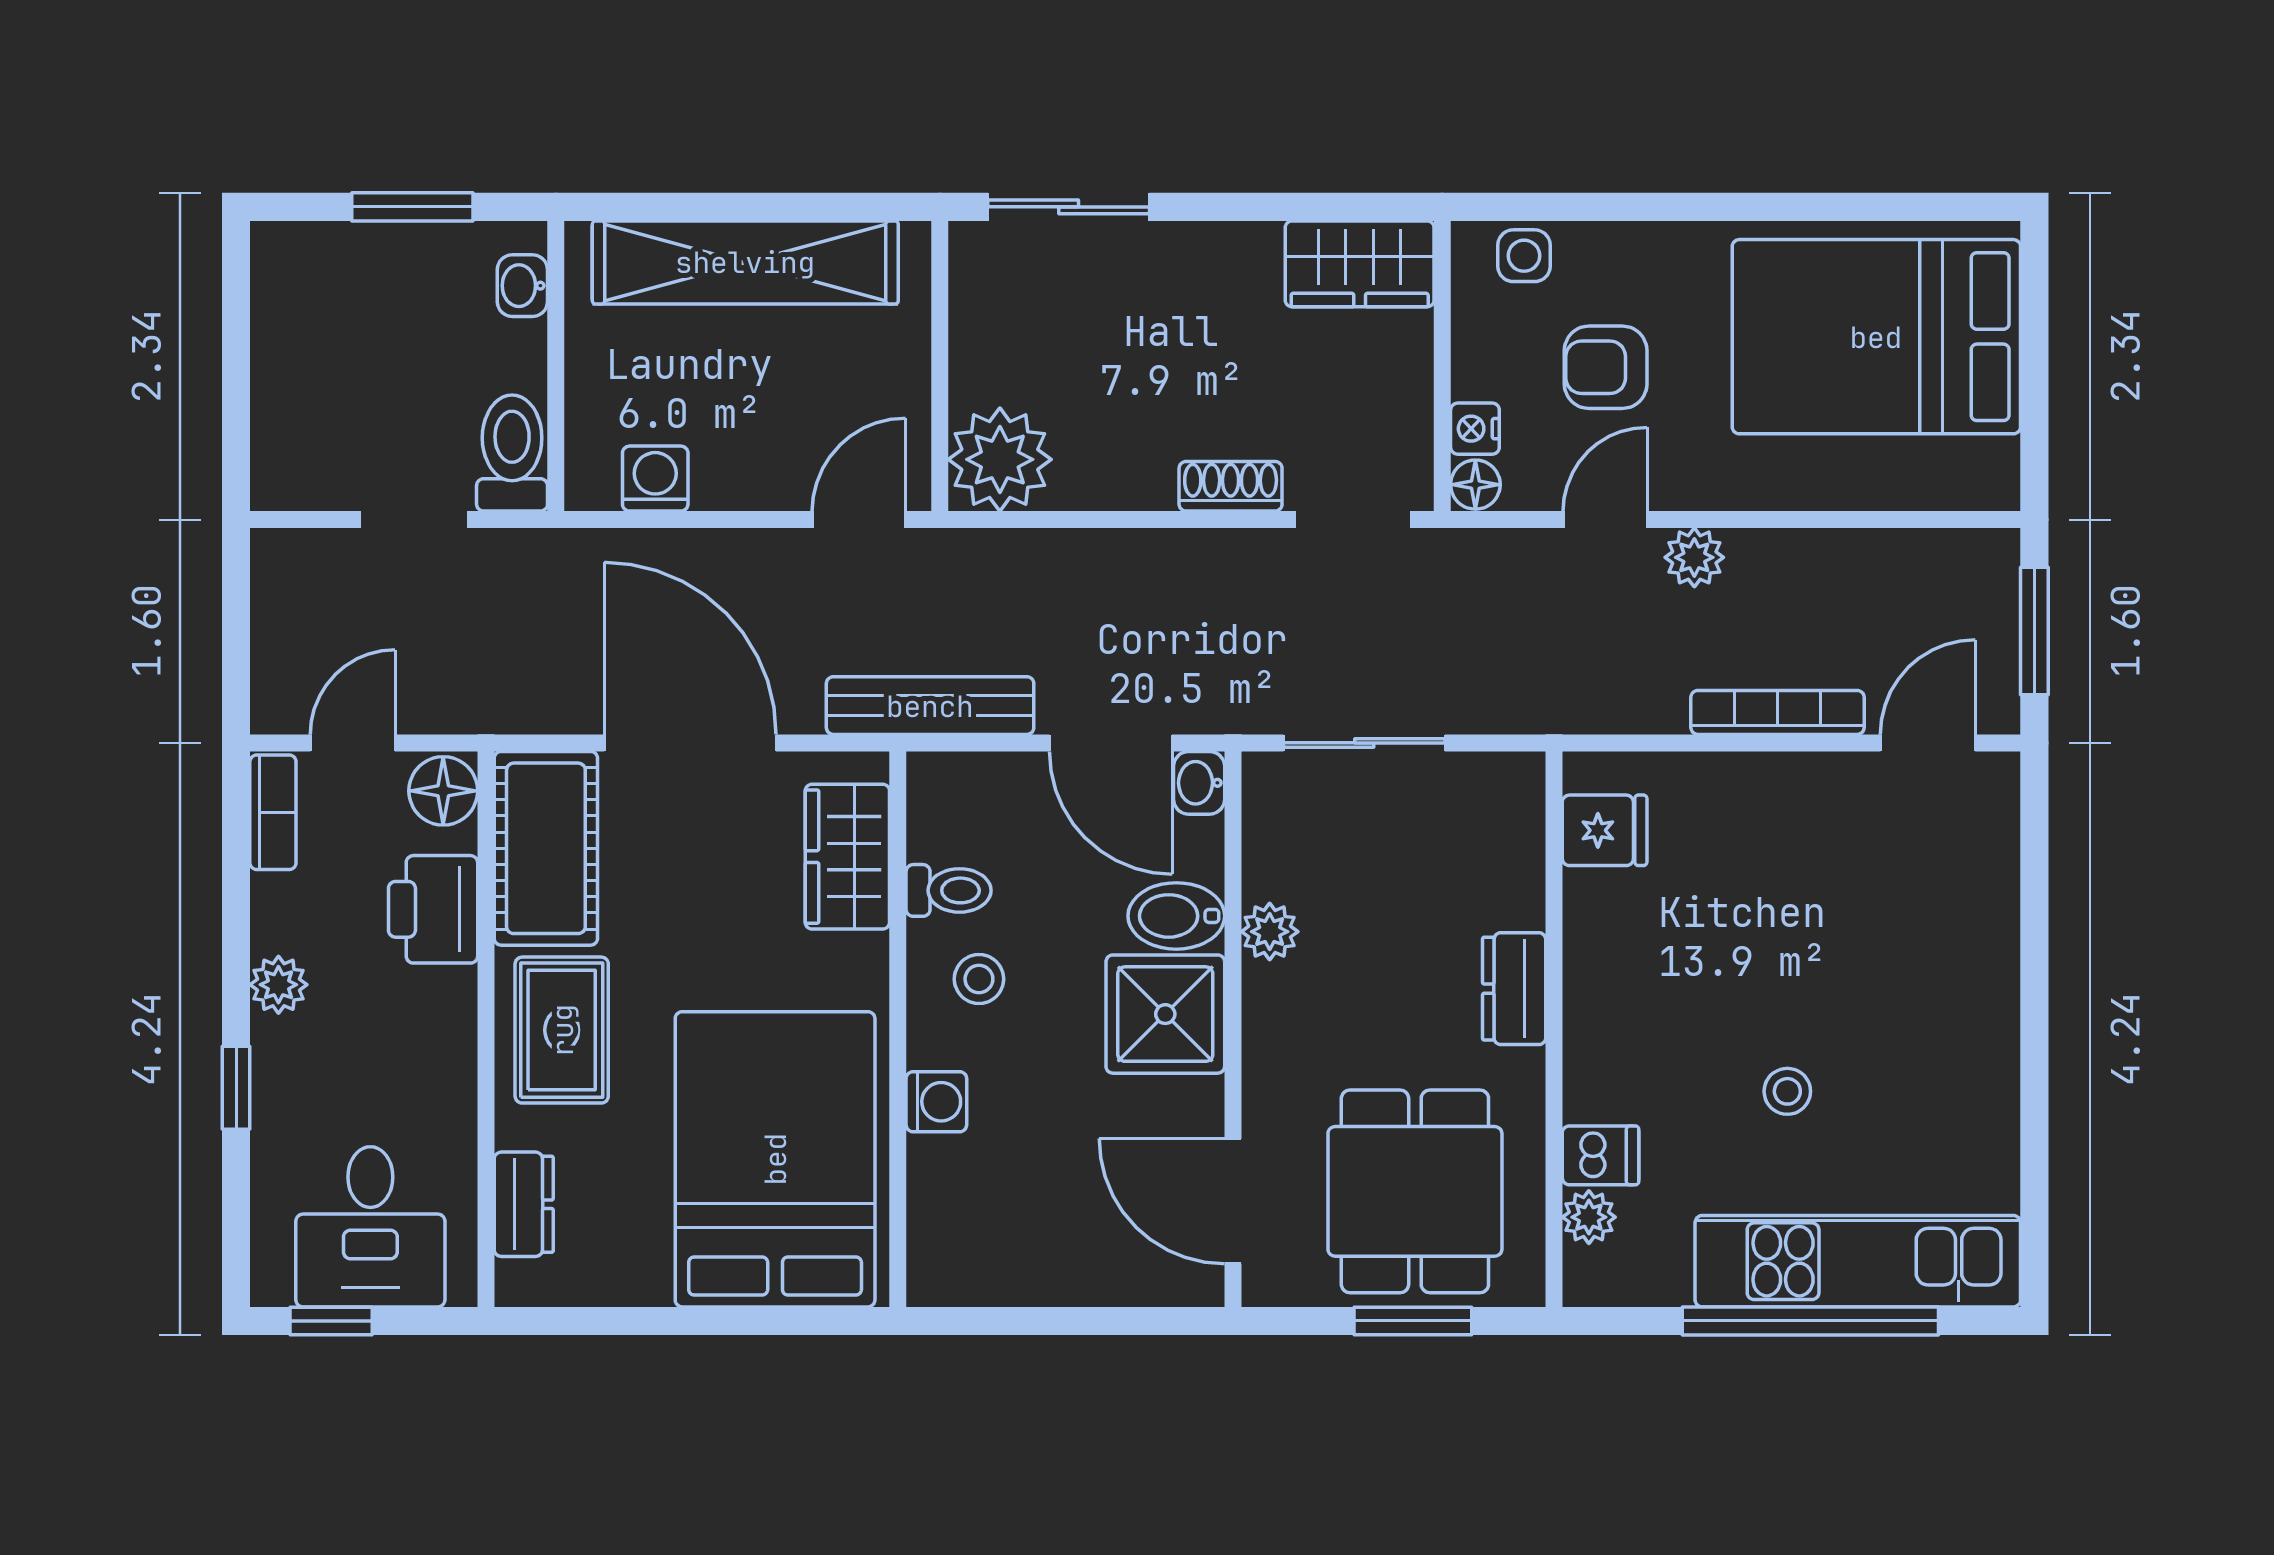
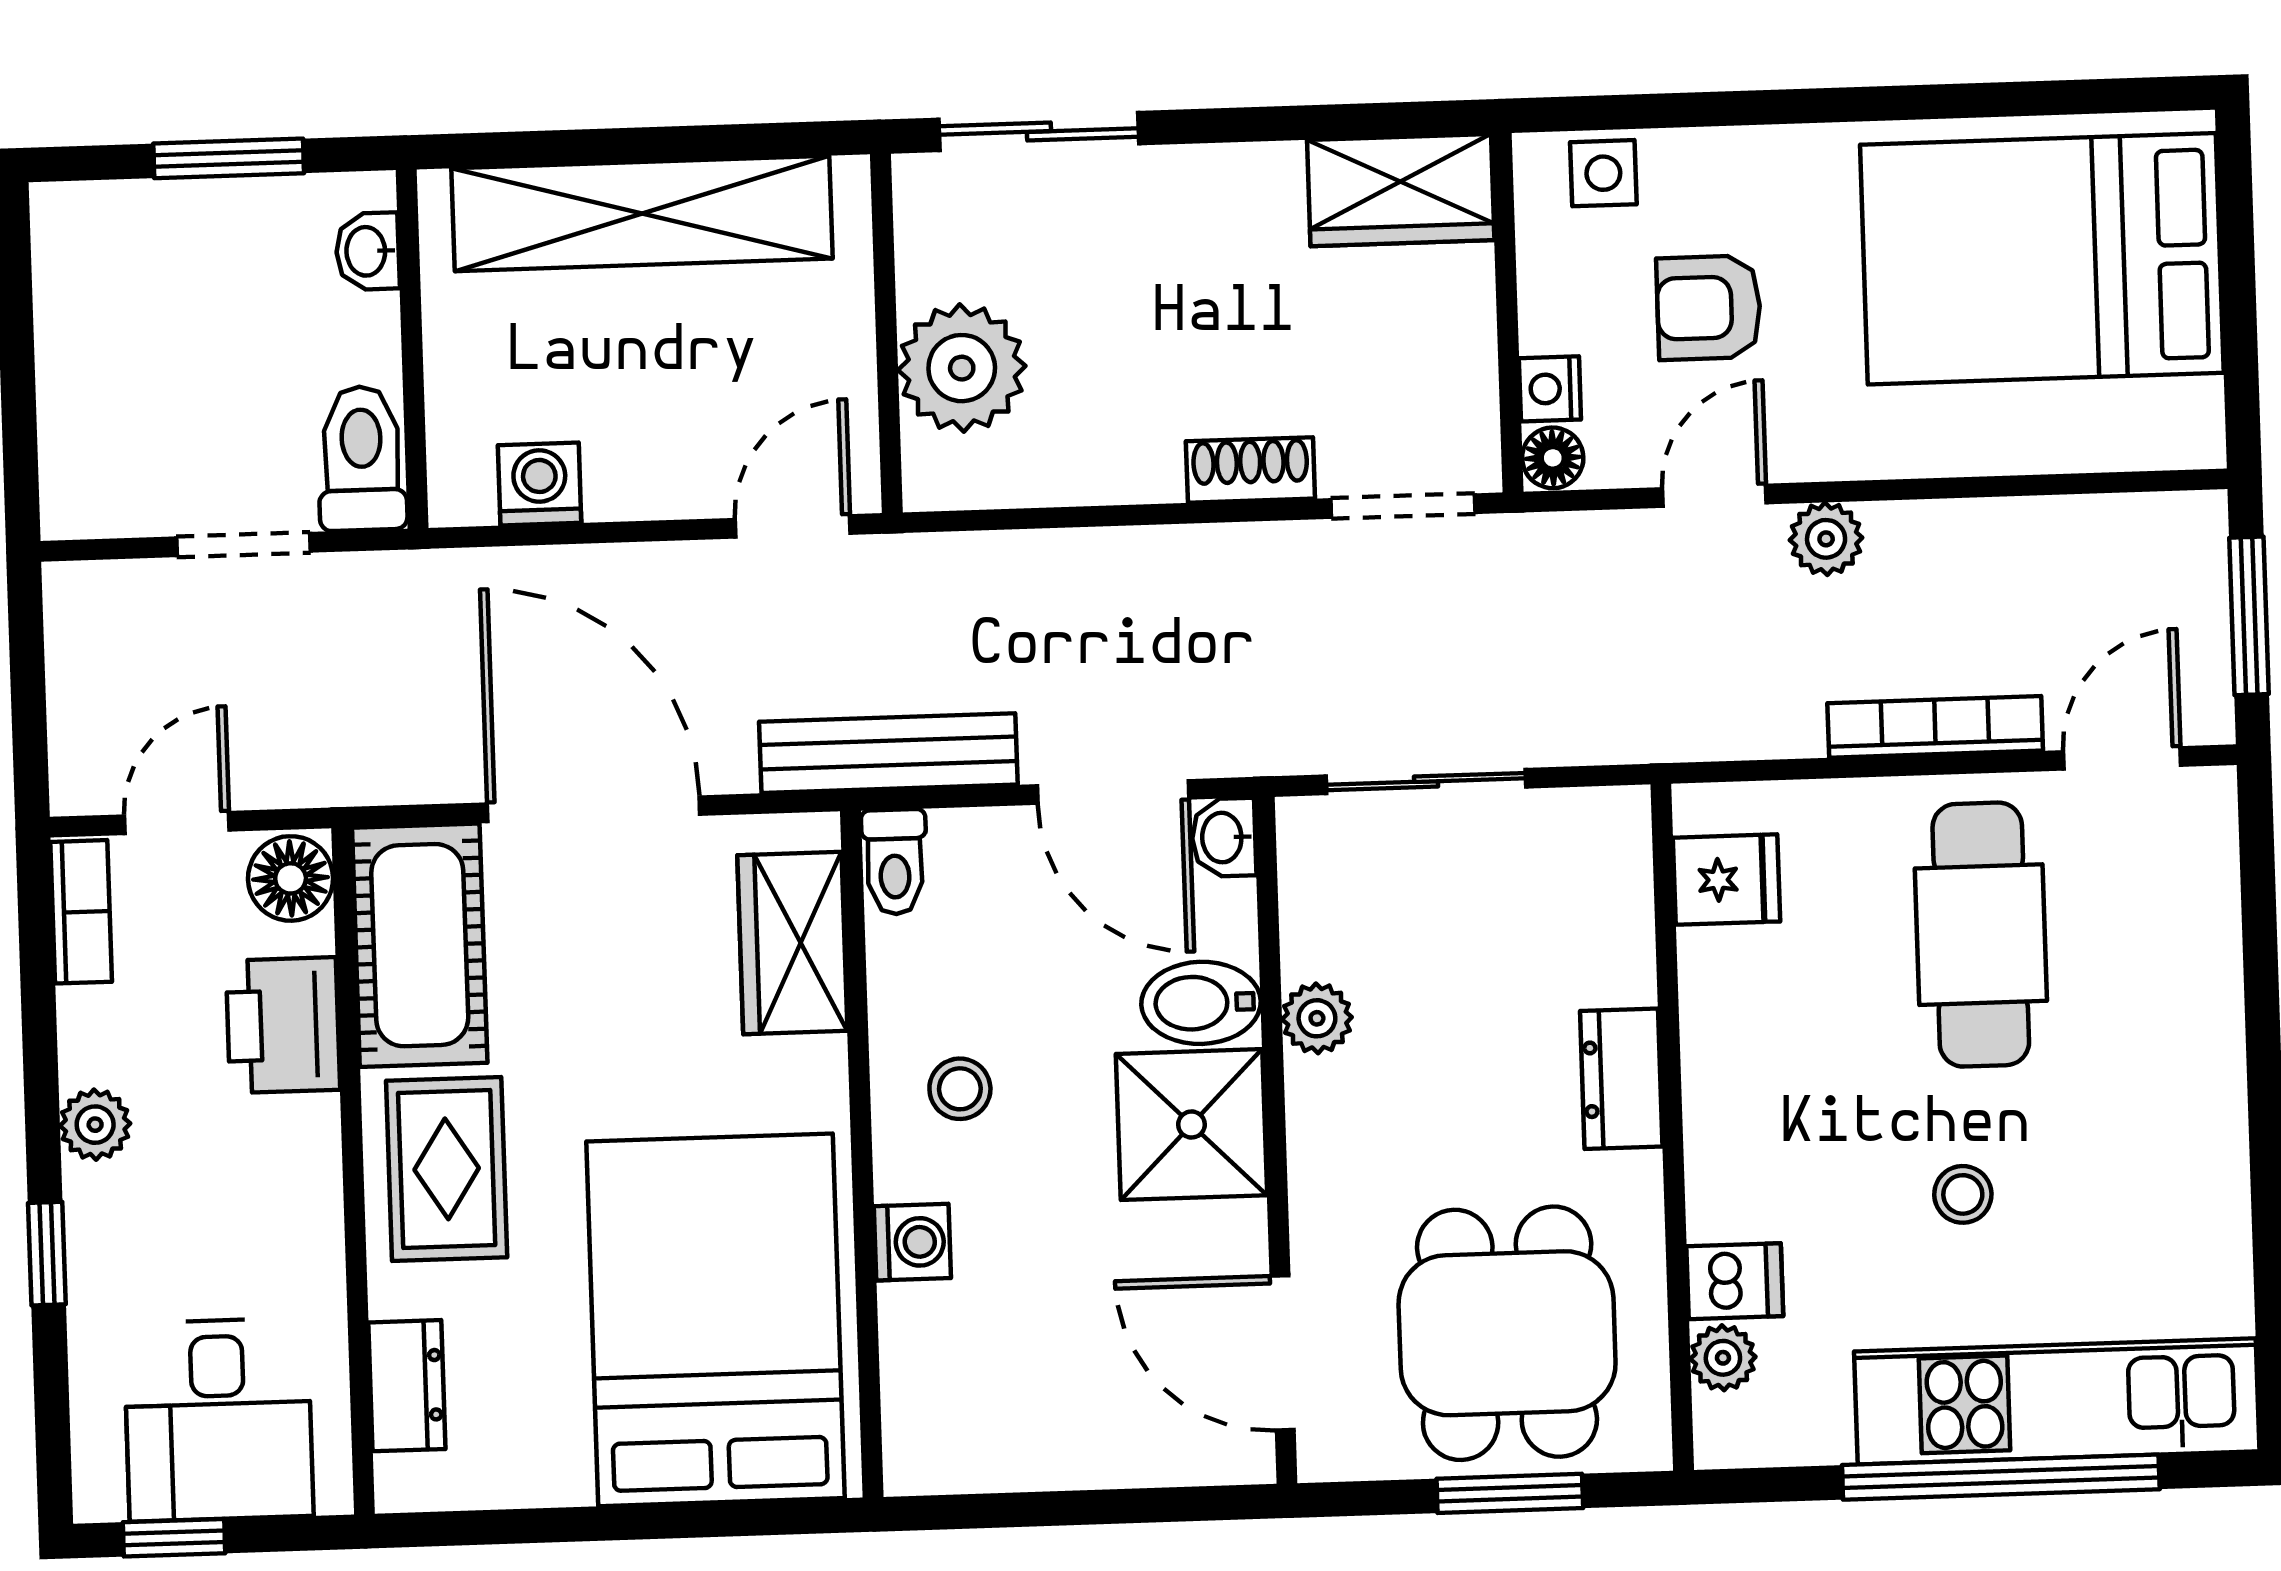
plant: (1000, 459) -> (962, 368), moved
cafe table: (1809, 882) -> (1981, 935), added
toilet: (949, 890) -> (895, 862), moved, turned 90

